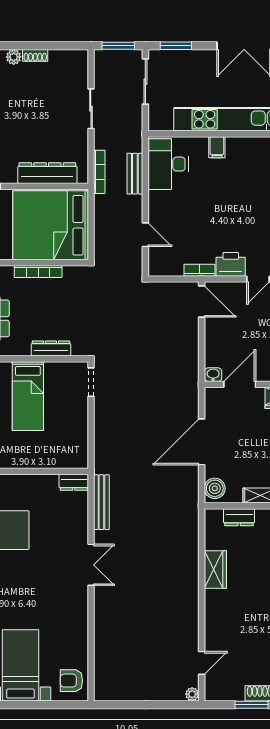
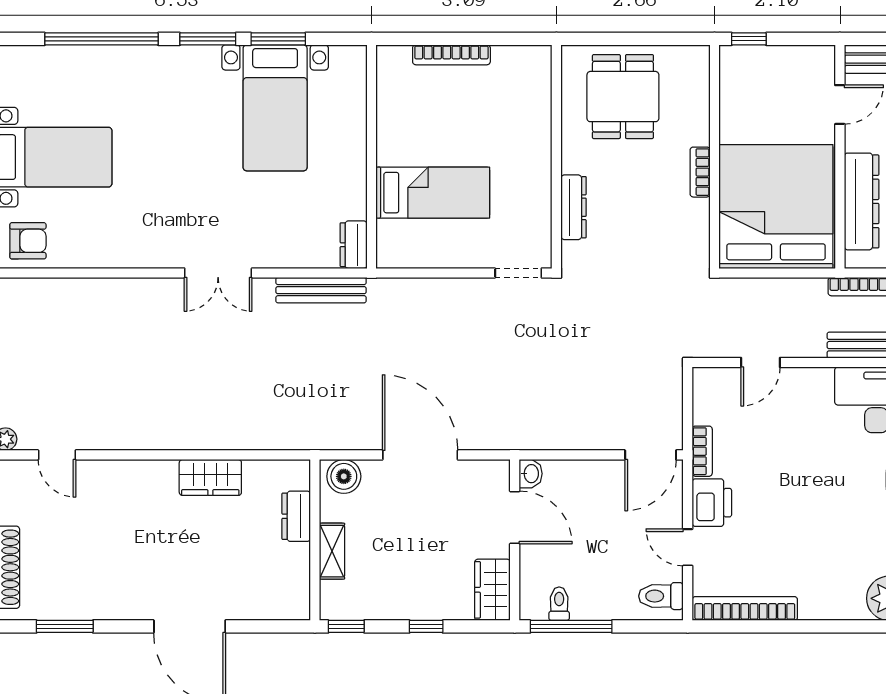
bookcase: (38, 271) -> (700, 172), width x0.64
bed: (28, 396) -> (433, 193), moved, turned 180
armchair: (71, 681) -> (28, 241), turned 90

